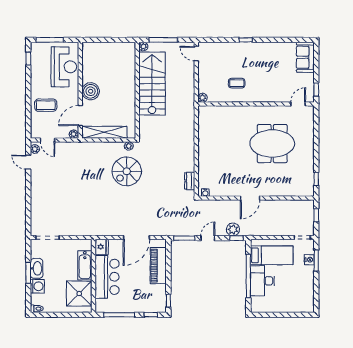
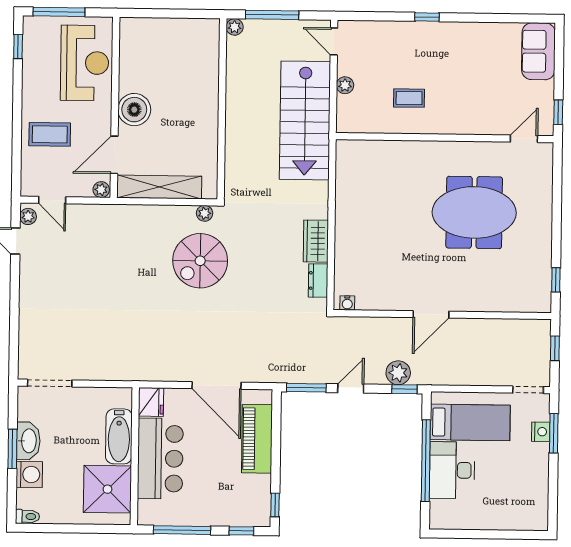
stairs: (152, 84) -> (305, 120), moved, turned 180
plant: (203, 98) -> (345, 85), moved
wardrobe: (188, 160) -> (316, 241), added
door: (136, 238) -> (217, 385), hinge flipped

